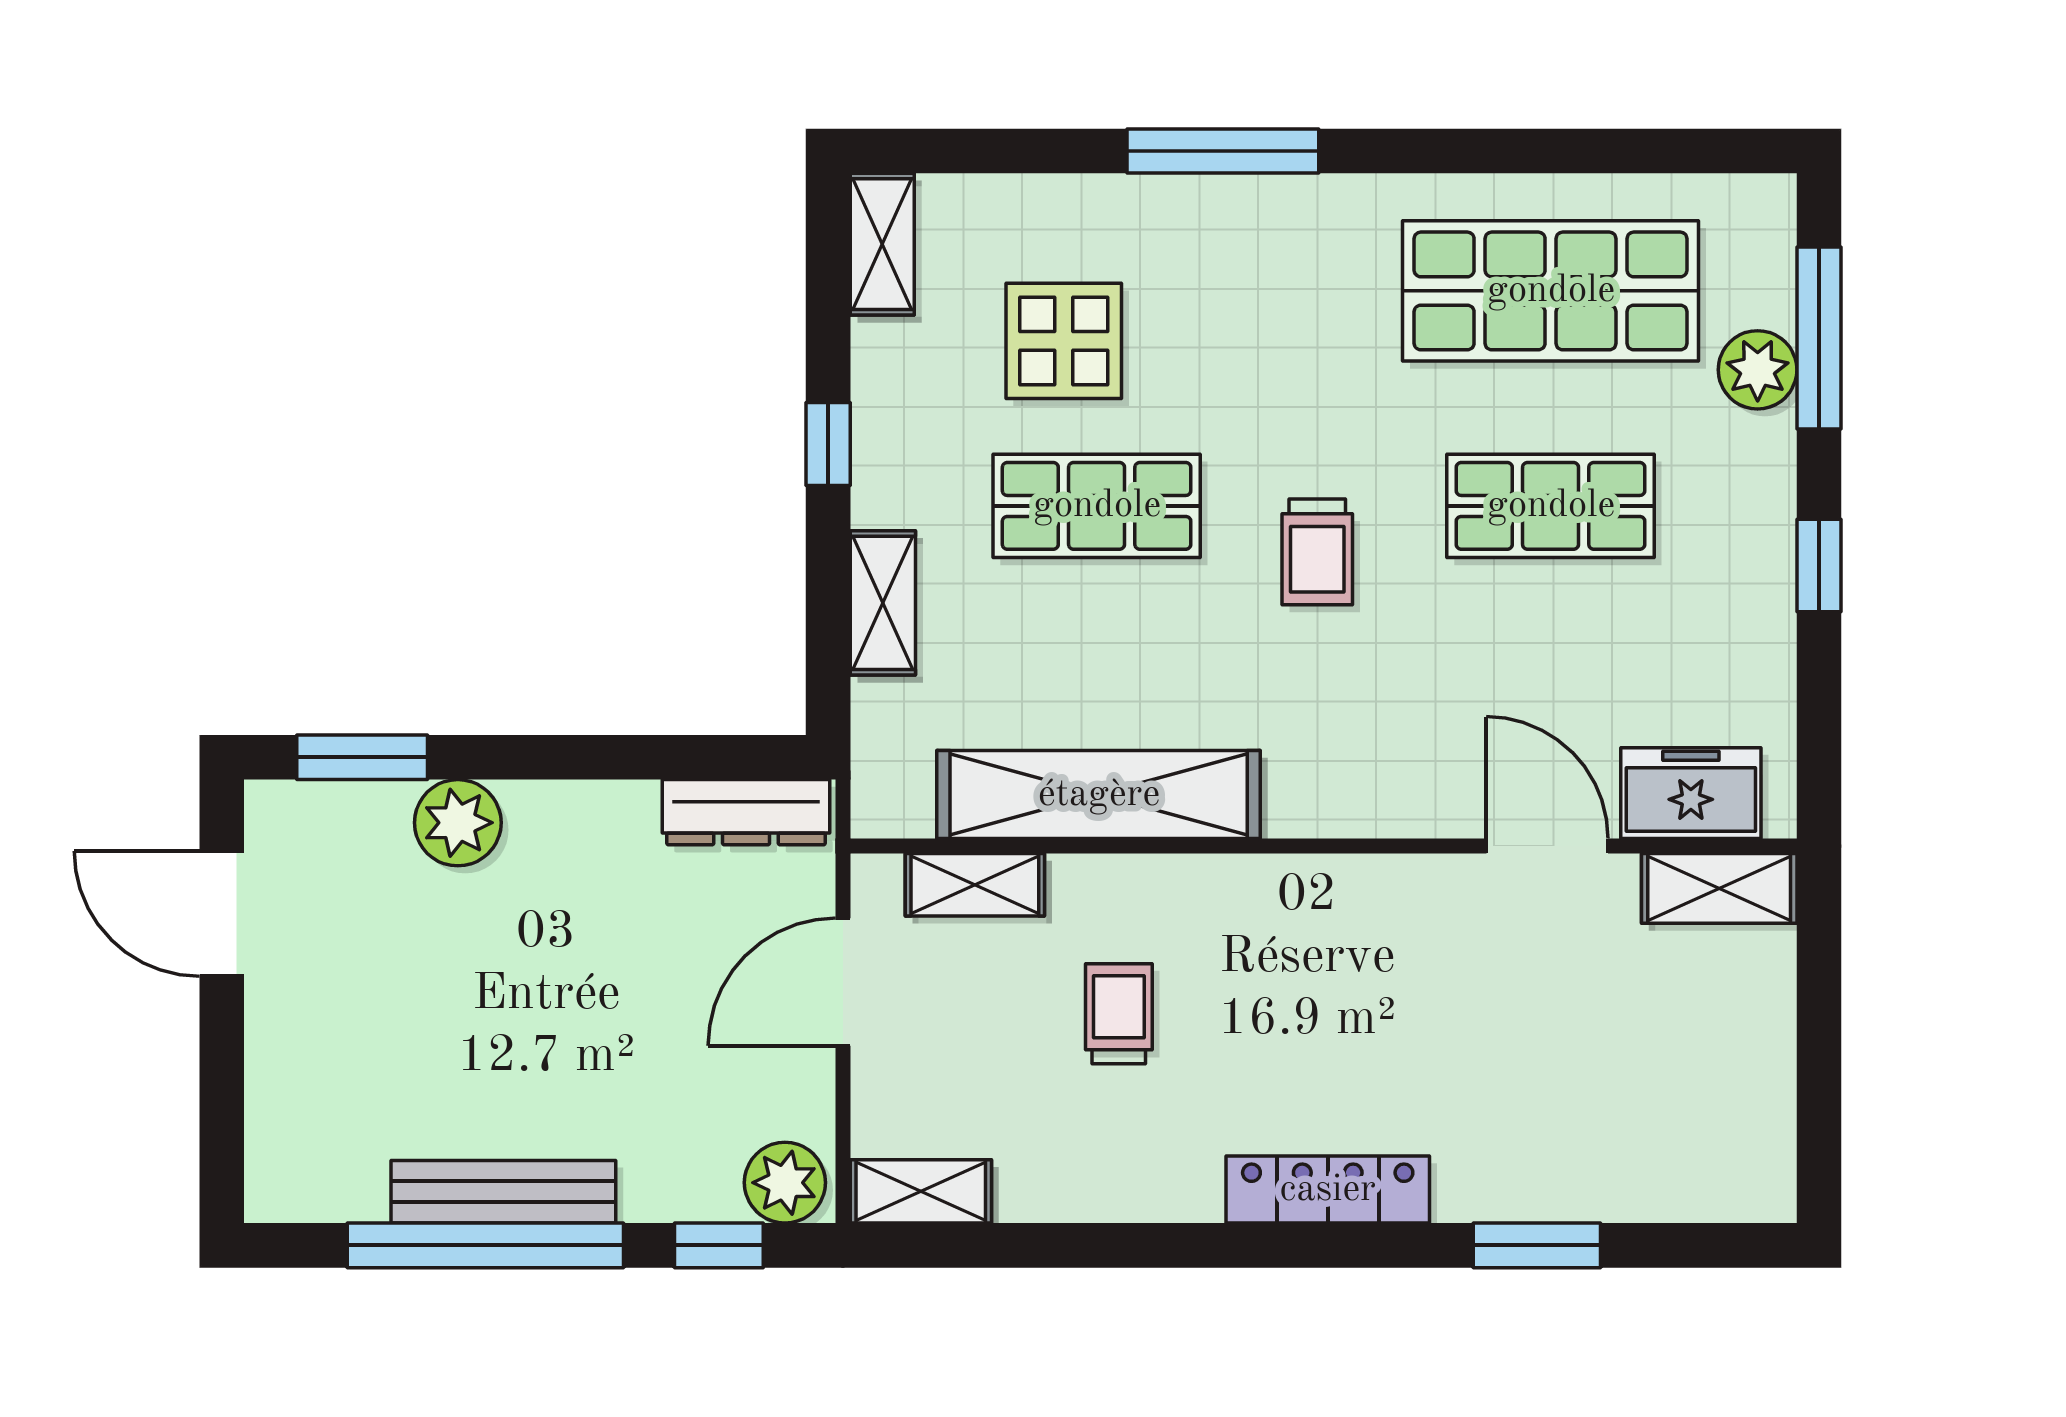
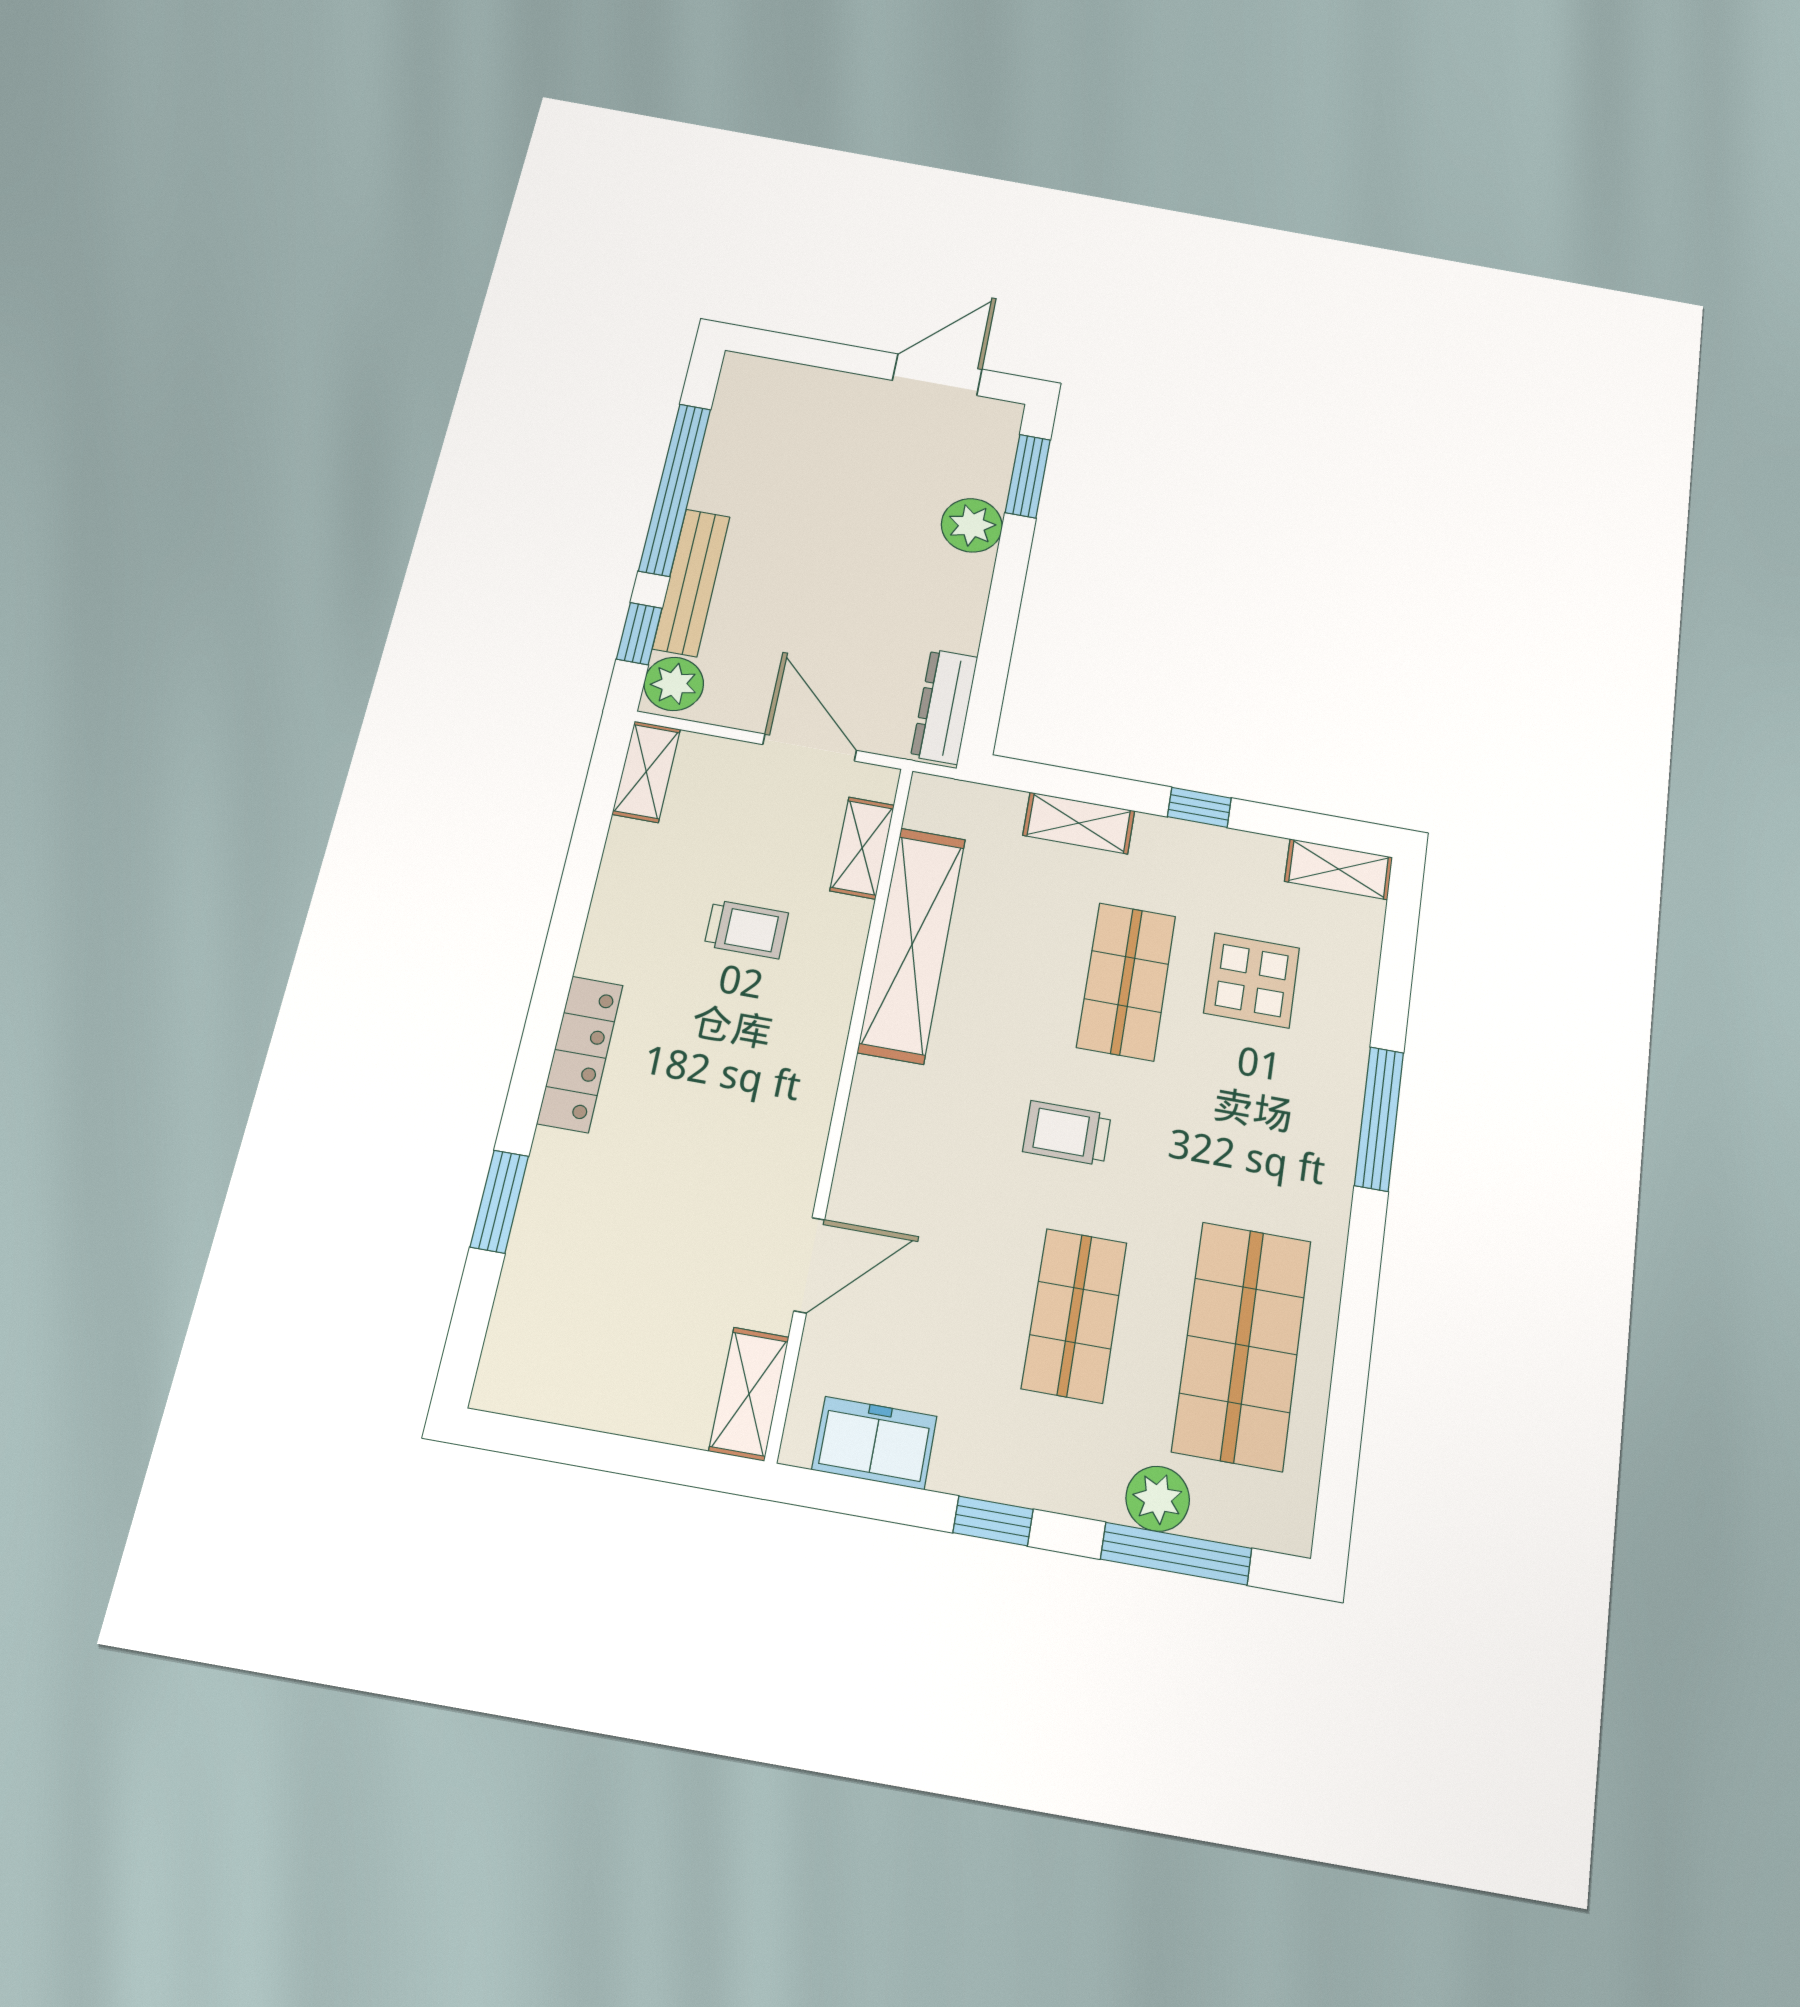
freezer: (1691, 793) -> (875, 1443), moved, turned -90
bench: (503, 1192) -> (691, 582), moved

